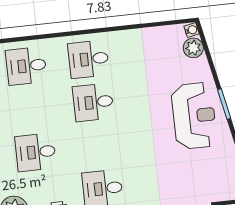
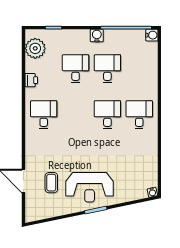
plant: (193, 48) -> (139, 192), removed
desk: (26, 66) -> (107, 69), moved
coffee table: (193, 168) -> (51, 183), added

